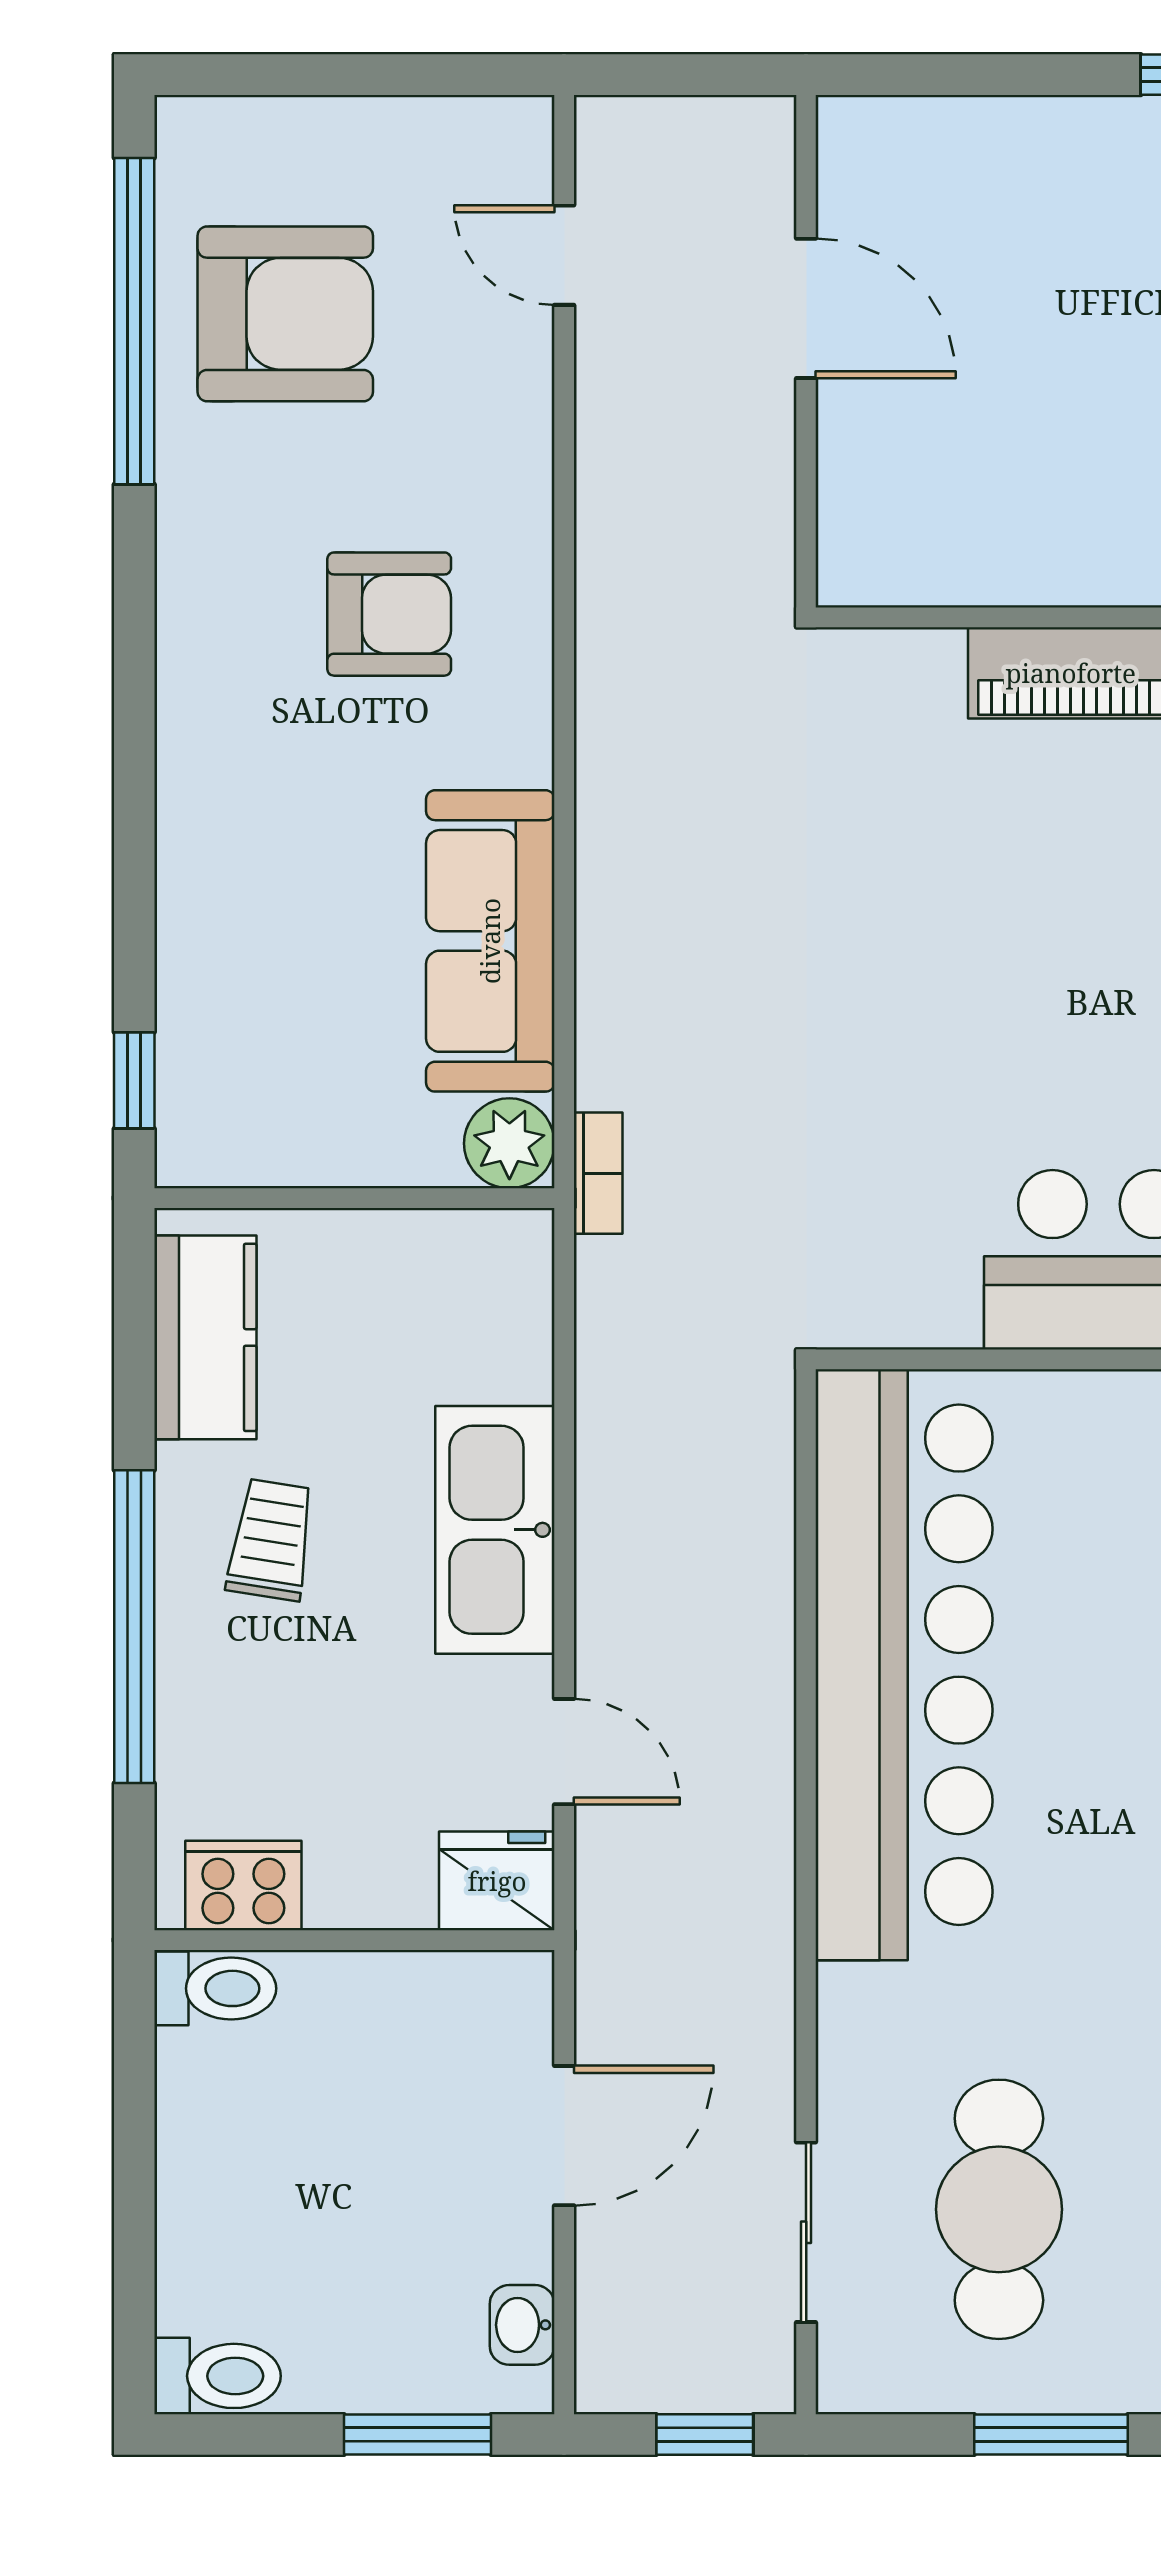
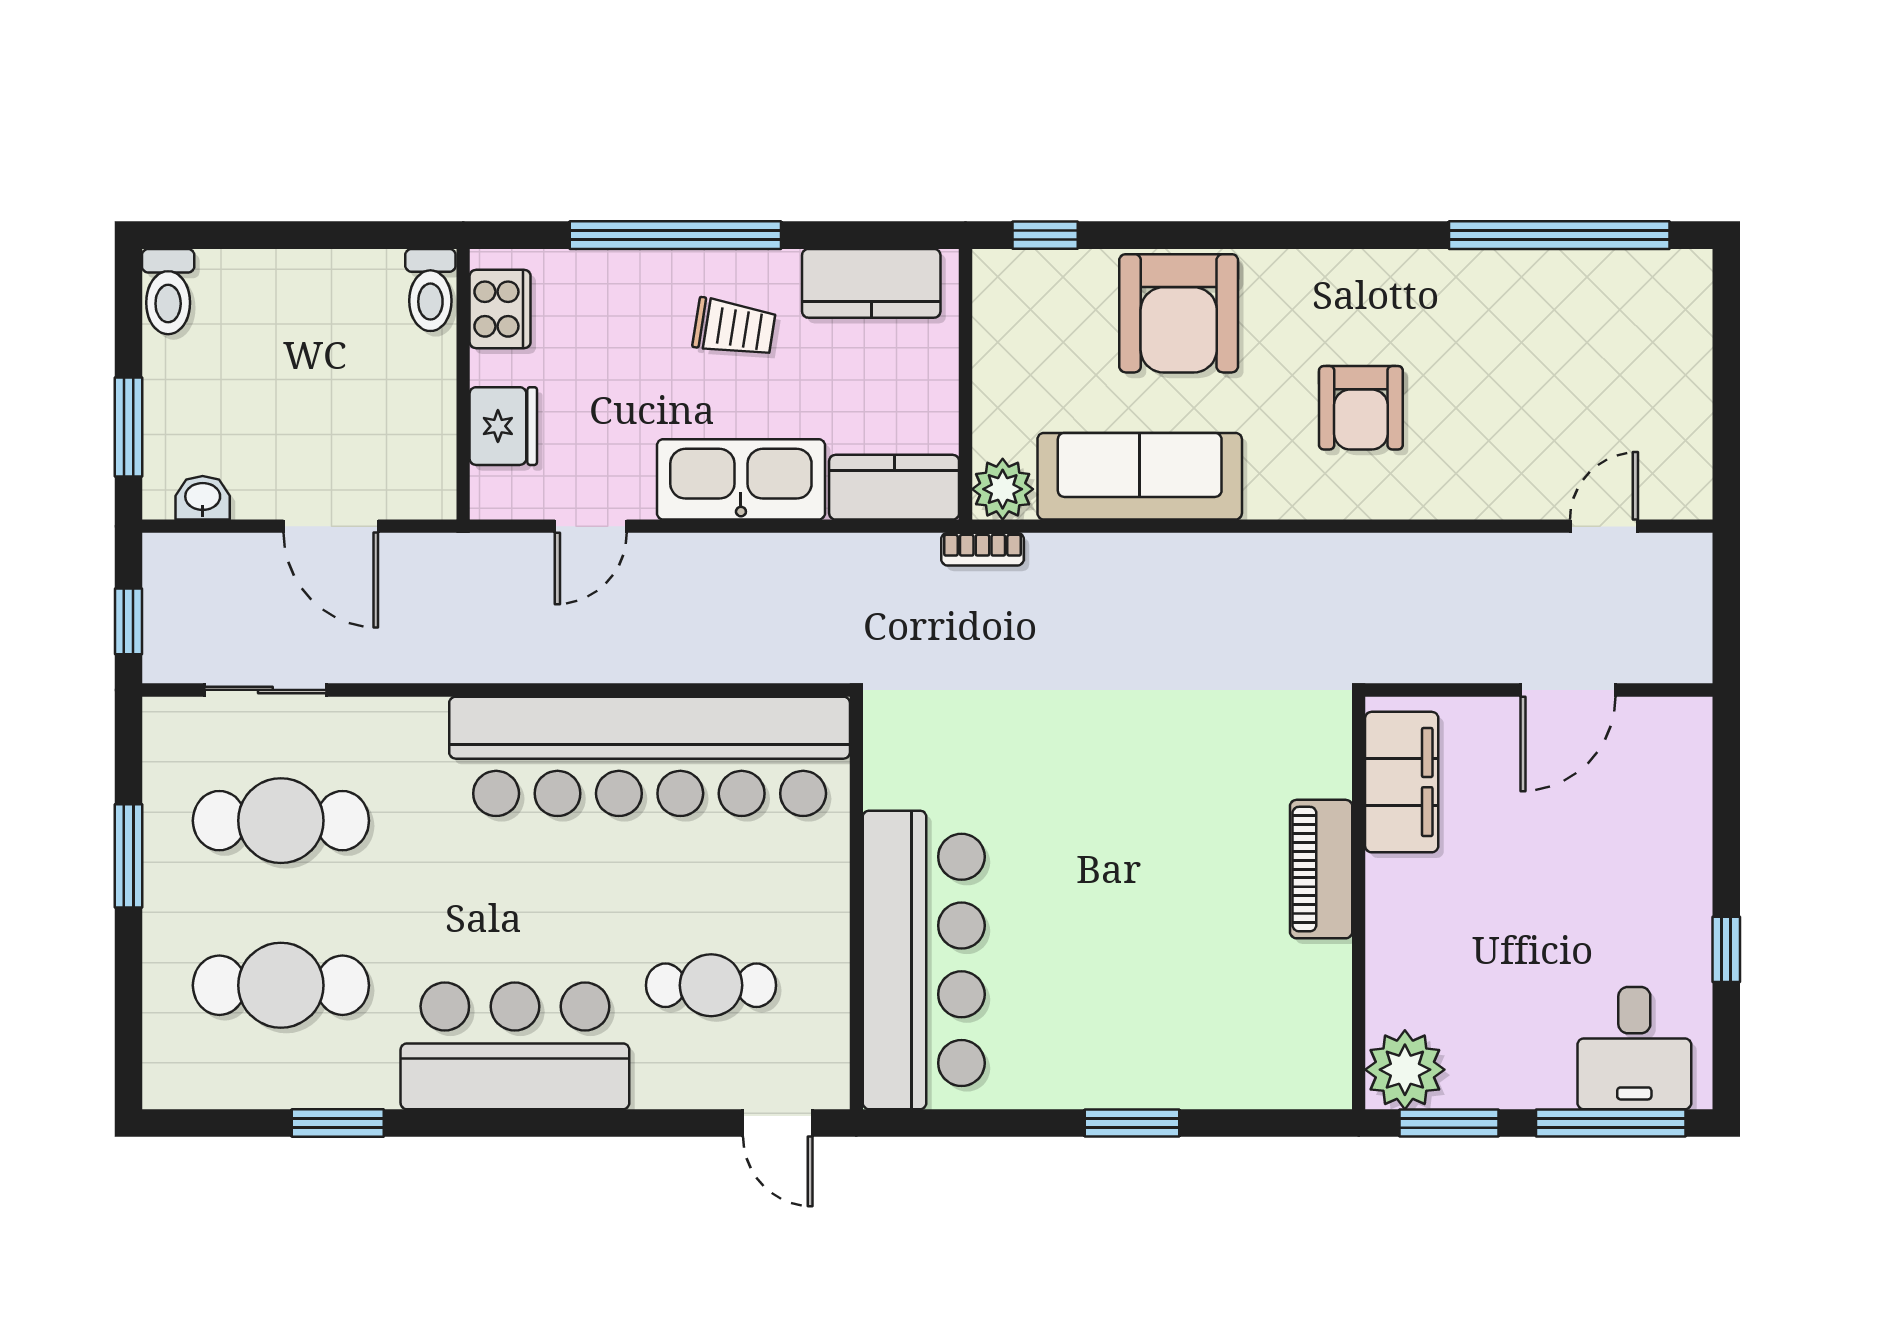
armchair: (285, 314) -> (1179, 313), moved
filing cabinet: (942, 554) -> (1402, 782), added
kitchen counter: (506, 1304) -> (894, 487), added
fridge: (497, 1881) -> (503, 426), moved

